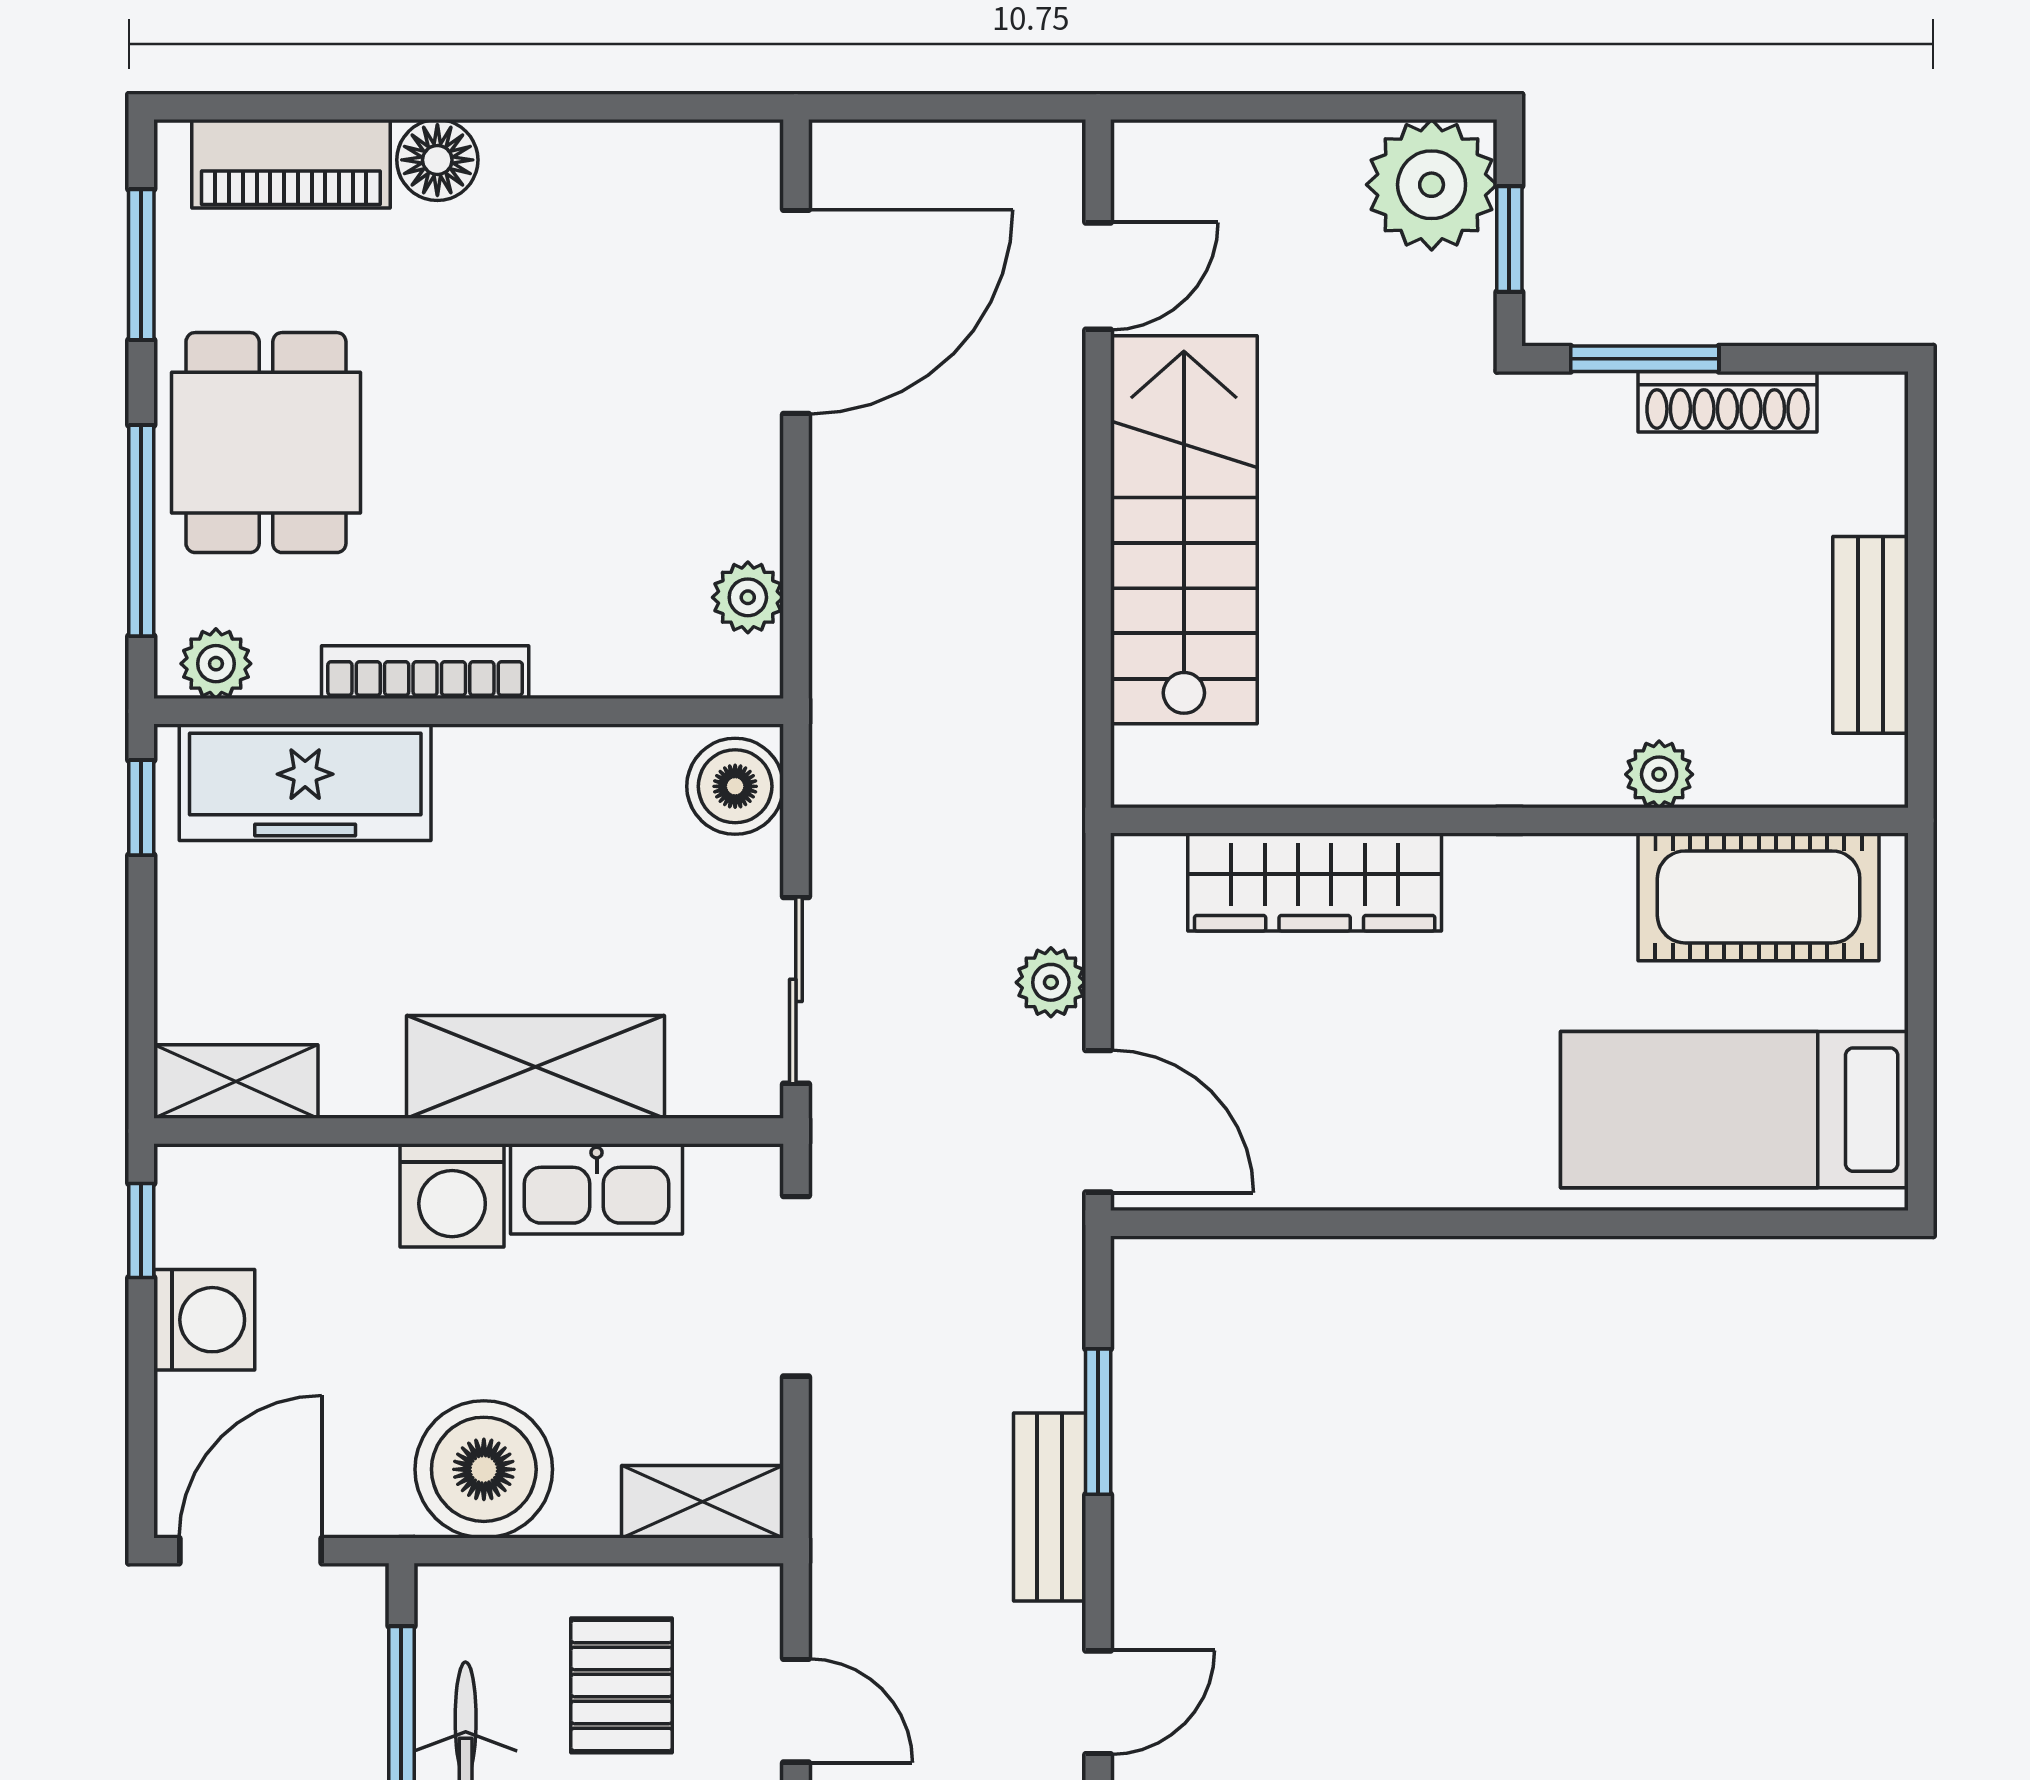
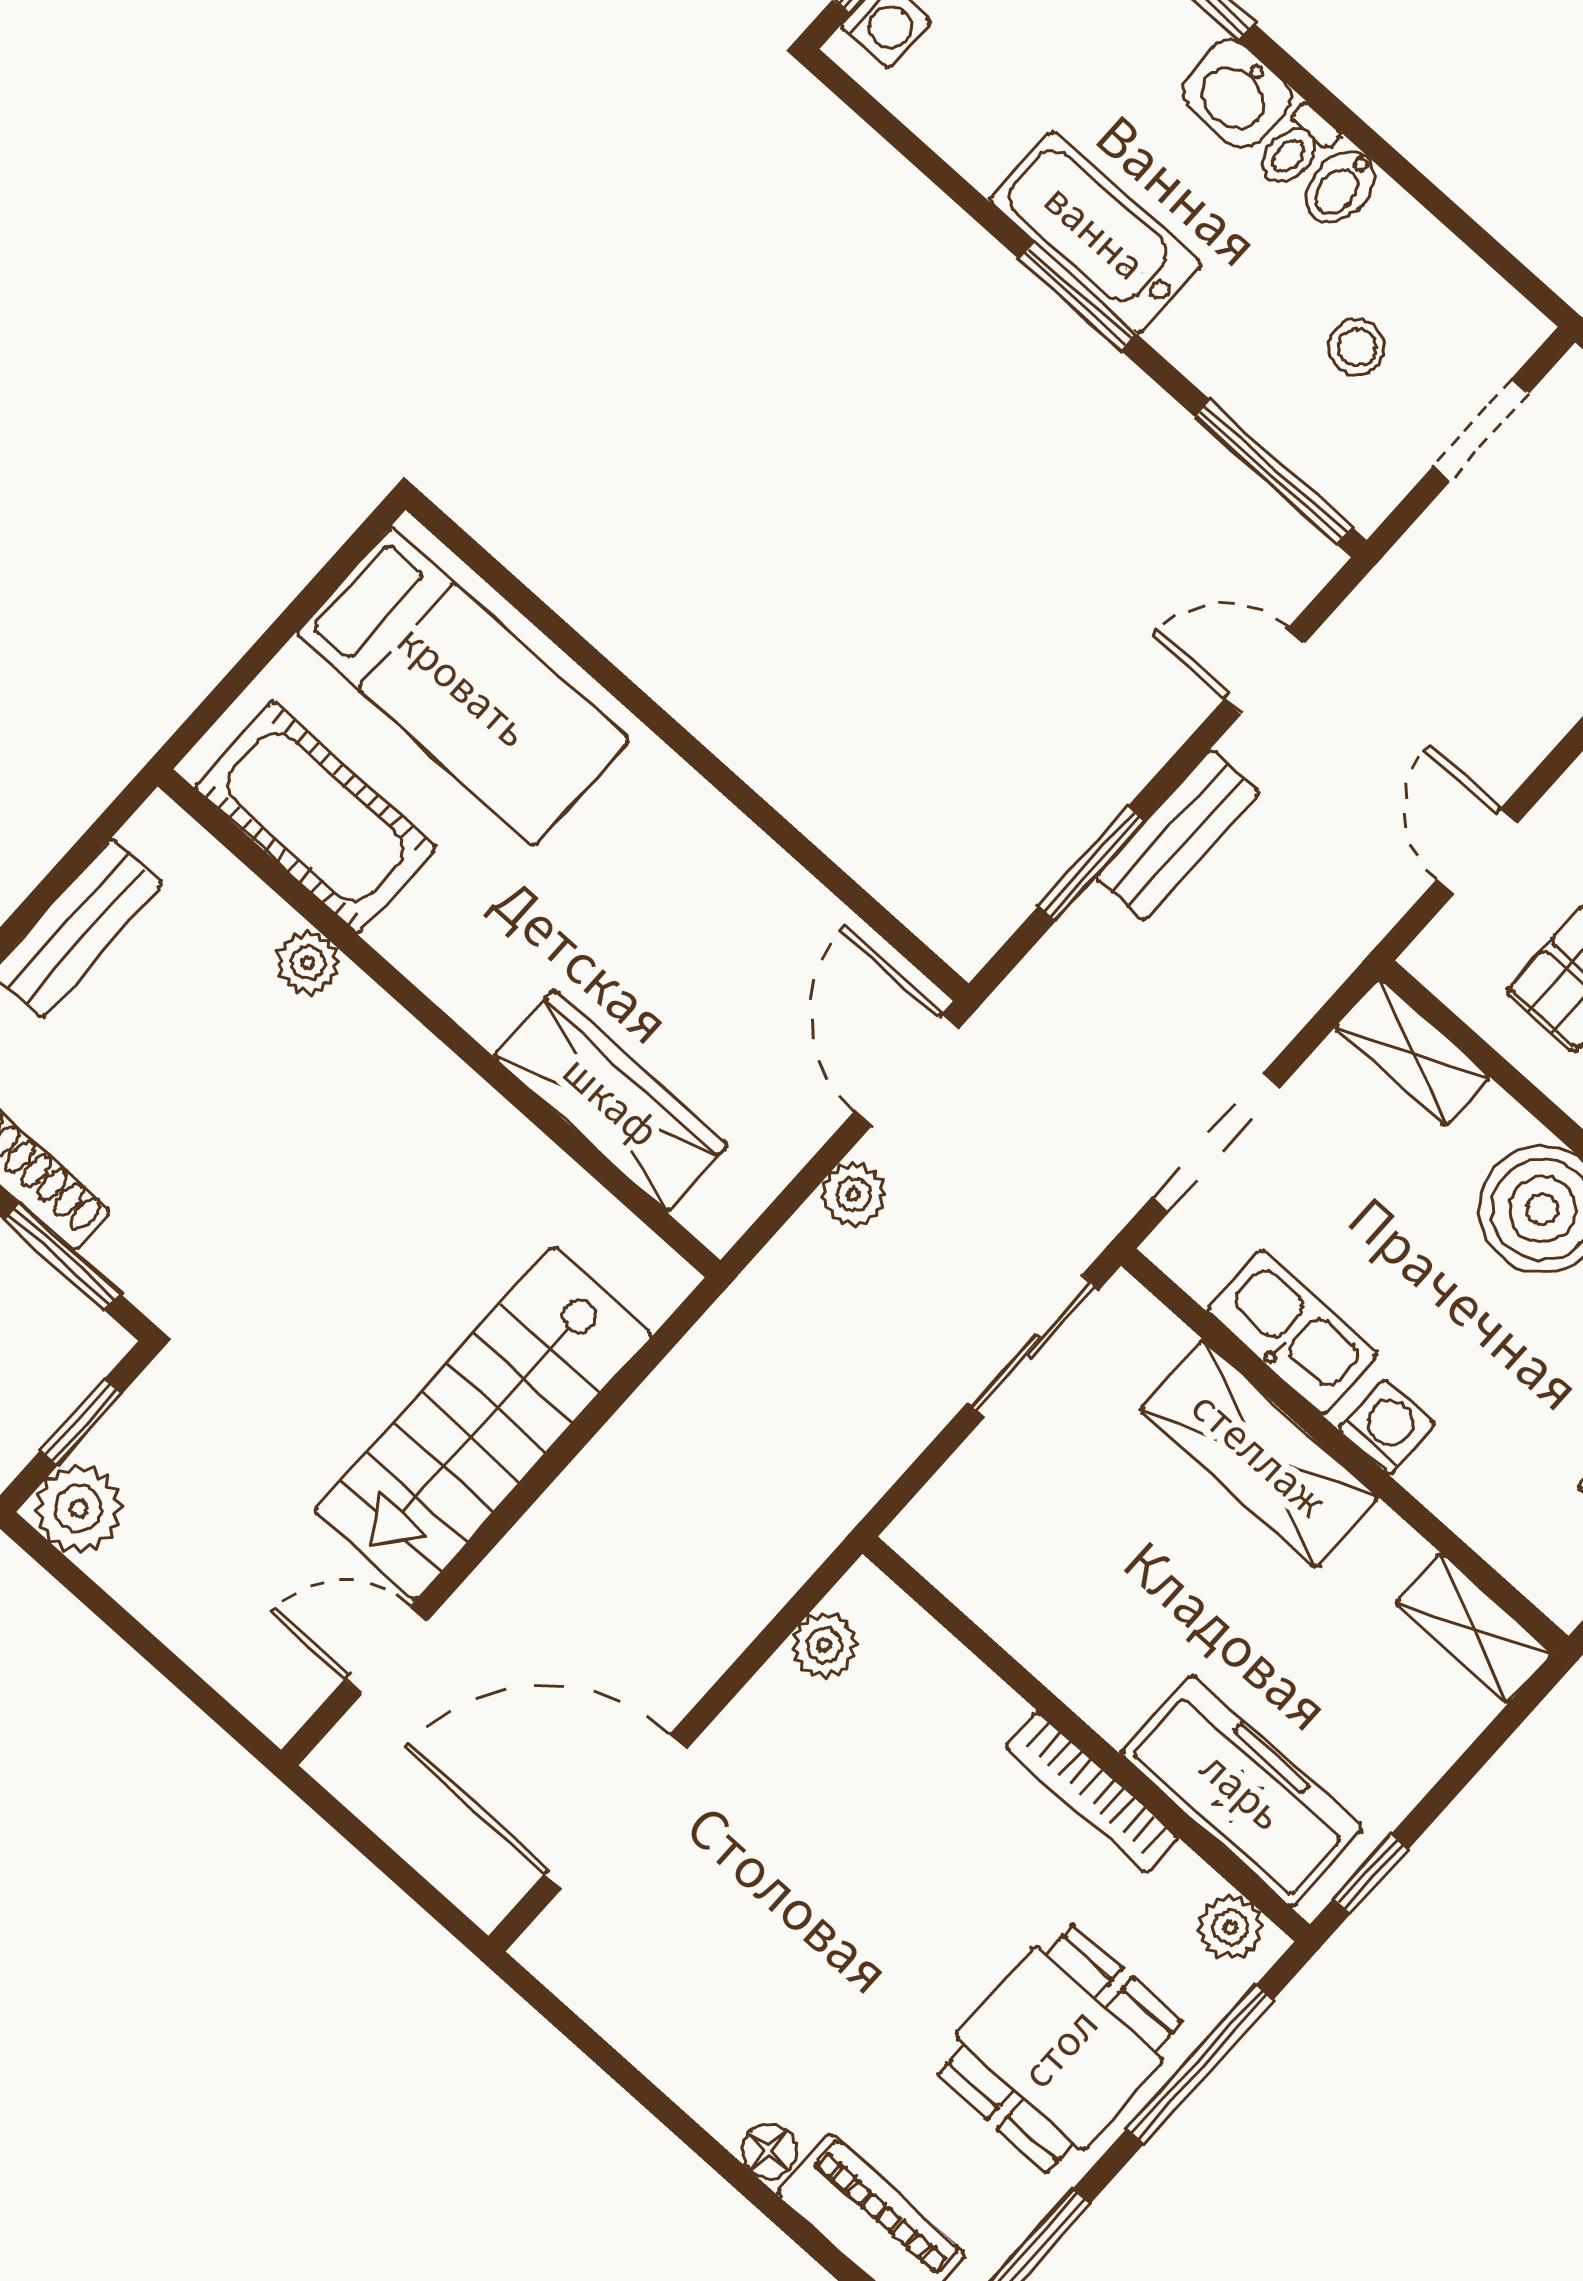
floor lamp: (437, 160) -> (769, 2151), width x0.73, depth x0.73
plant: (1432, 185) -> (78, 1509), width x0.73, depth x0.73
boiler: (735, 786) -> (949, 1523), removed
washing machine: (452, 1195) -> (1387, 1427), width x0.73, depth x0.73

